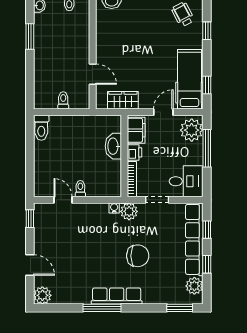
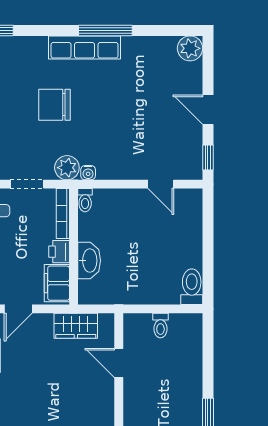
toilet: (80, 189) -> (85, 200), moved
door: (30, 265) -> (208, 110), moved

